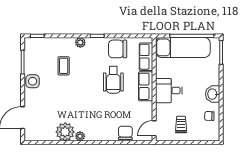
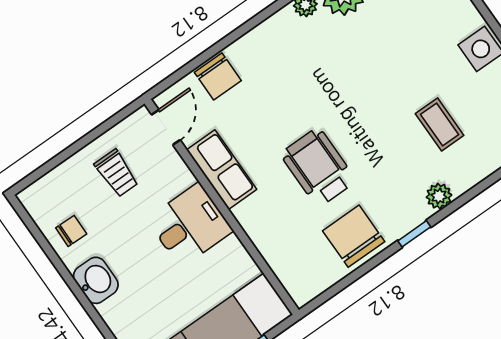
chair: (118, 49) -> (354, 236), turned -90
row of seats: (146, 57) -> (285, 261), removed
row of seats: (146, 86) -> (222, 170), moved

